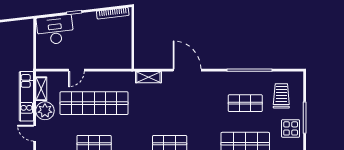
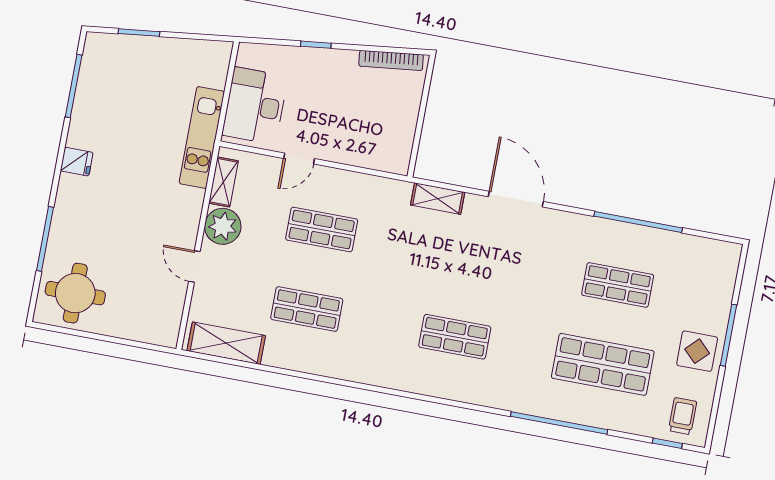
desk: (55, 30) -> (255, 106), moved, turned -83
kitchen unit: (26, 96) -> (202, 137), moved
trolley: (281, 96) -> (691, 284), removed
shop shelf: (94, 103) -> (322, 230), width x0.50, depth x0.74

